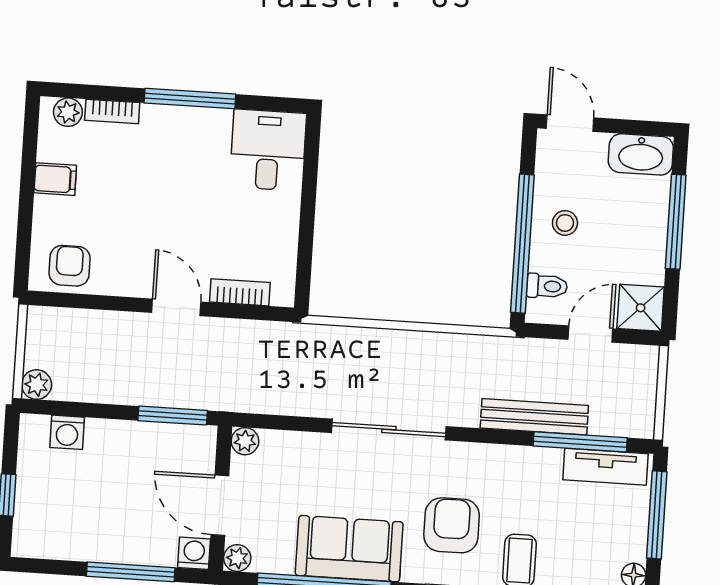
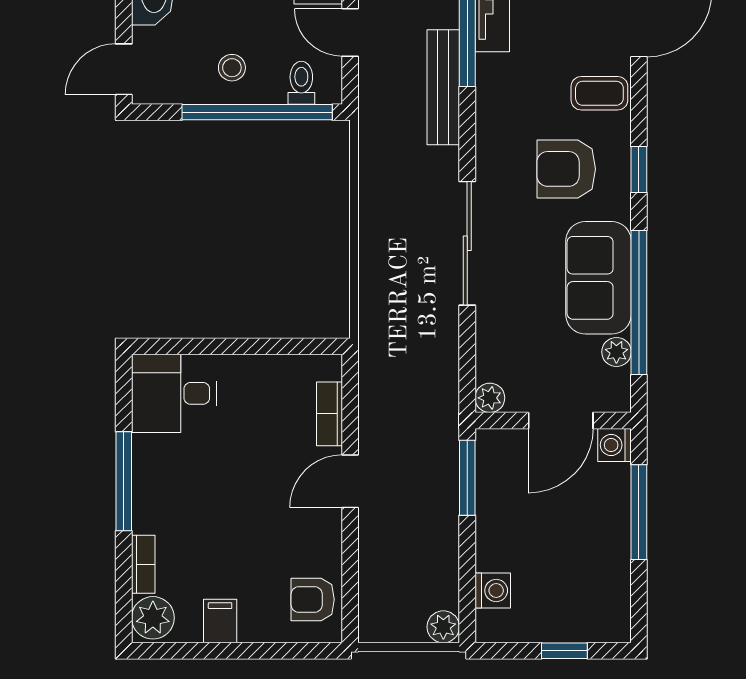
plant: (68, 112) -> (153, 618), width x1.38, depth x1.38
plant: (237, 558) -> (616, 352), moved

